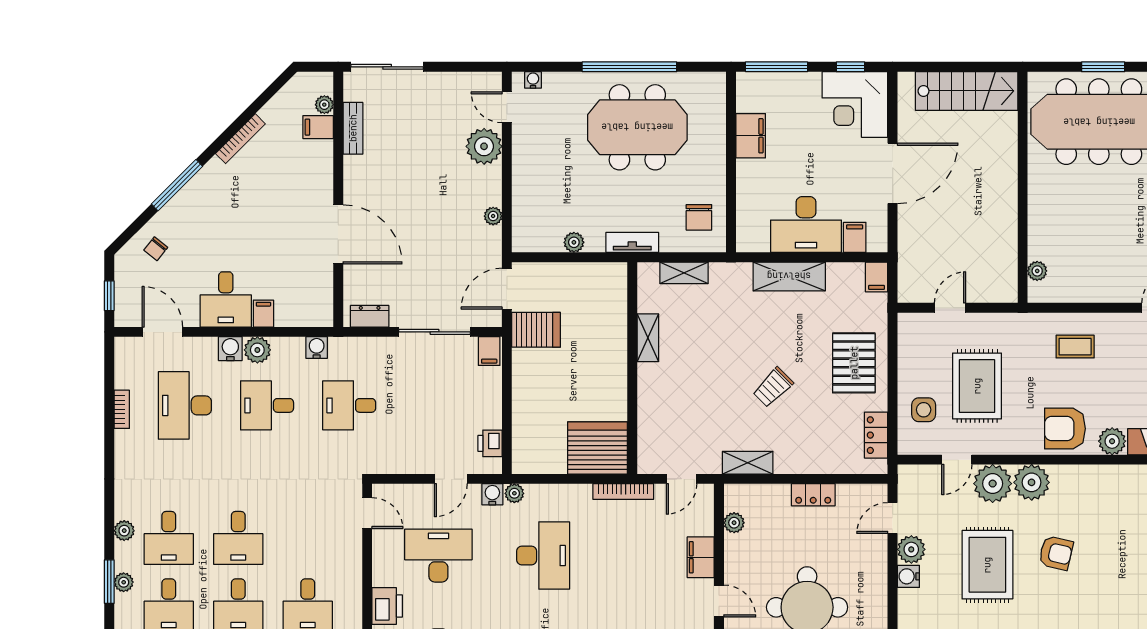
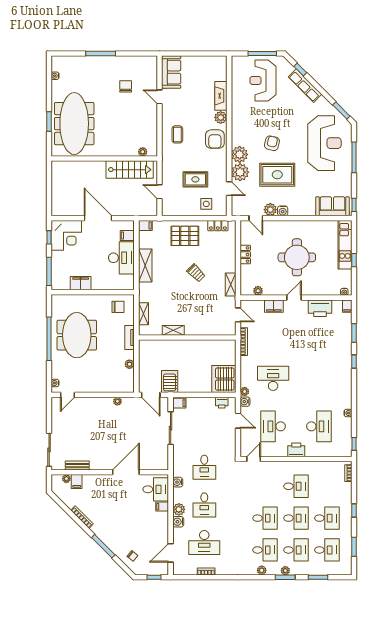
stairs: (967, 91) -> (130, 170), moved, turned 90
plant: (484, 146) -> (85, 405), removed
desk: (226, 299) -> (156, 489), moved
dresser: (370, 316) -> (163, 458), removed
rug: (977, 386) -> (195, 179), width x0.73, depth x0.70
server rack: (598, 448) -> (224, 379), moved

